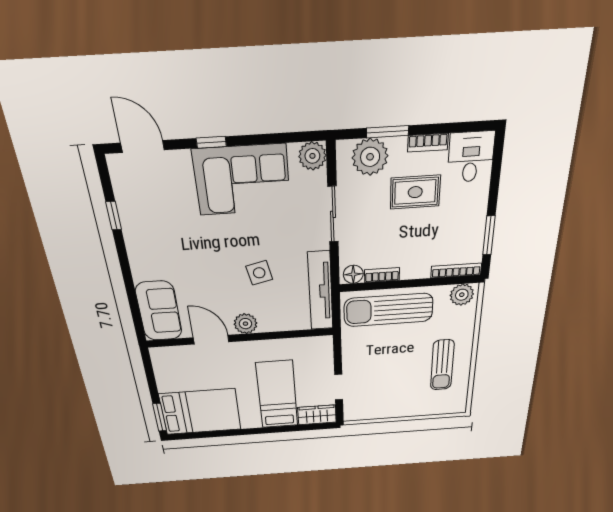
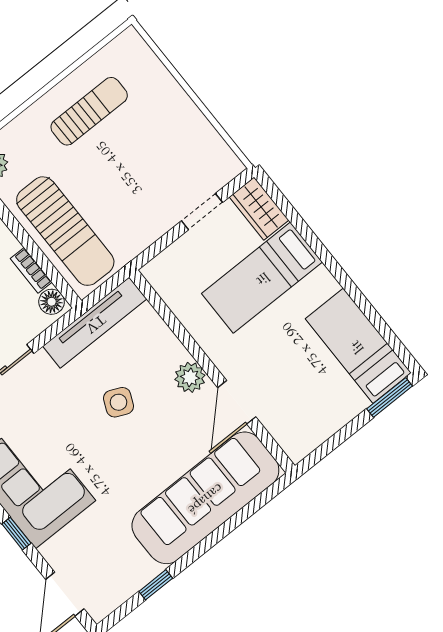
side table: (259, 273) -> (119, 402), turned 37
sofa: (159, 311) -> (205, 498), width x1.85, depth x1.27
bed: (200, 412) -> (358, 346), width x0.67

